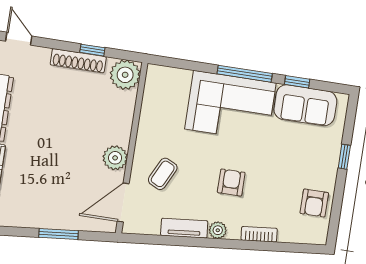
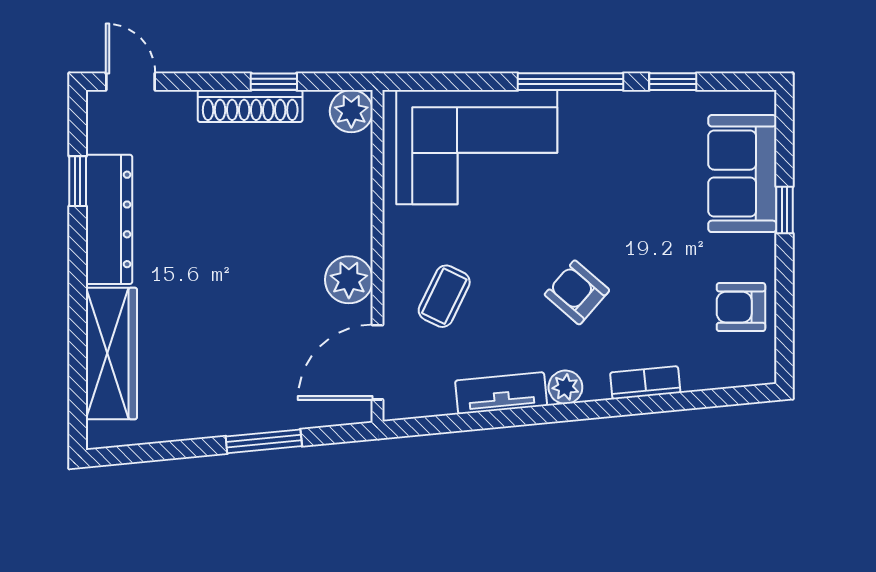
plant: (125, 75) -> (351, 111), width x0.73, depth x0.73
sofa: (305, 105) -> (742, 174), moved, turned 90
corner sofa: (230, 106) -> (477, 147), moved
armchair: (231, 182) -> (577, 292), turned -49
armchair: (314, 203) -> (741, 307), turned 90

